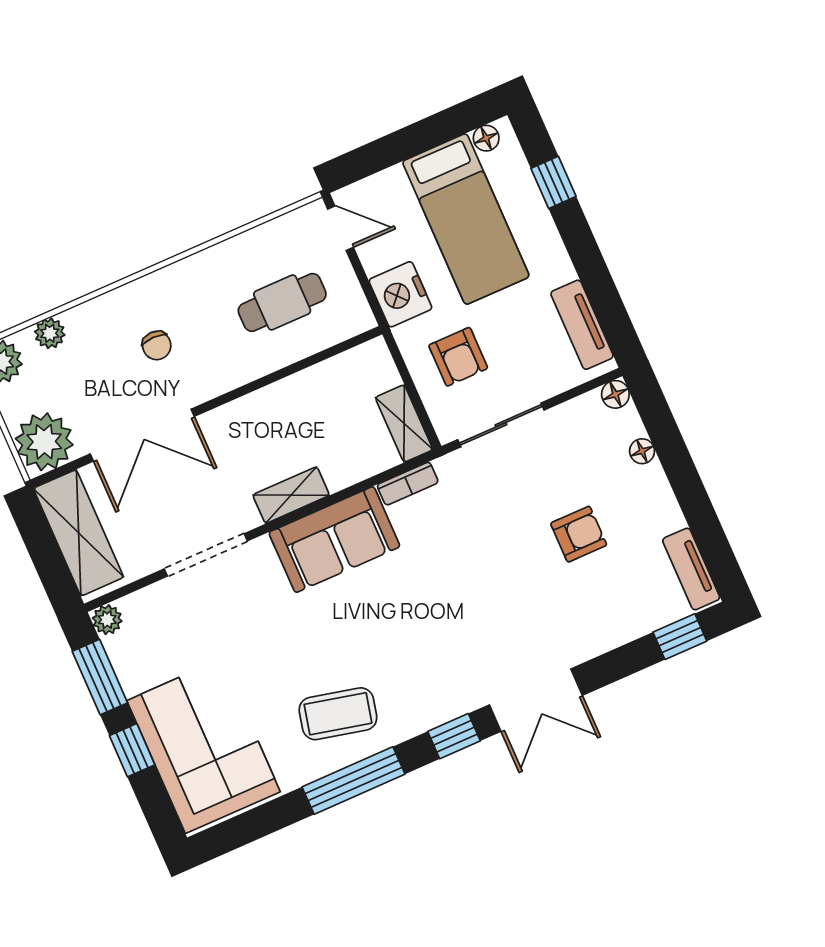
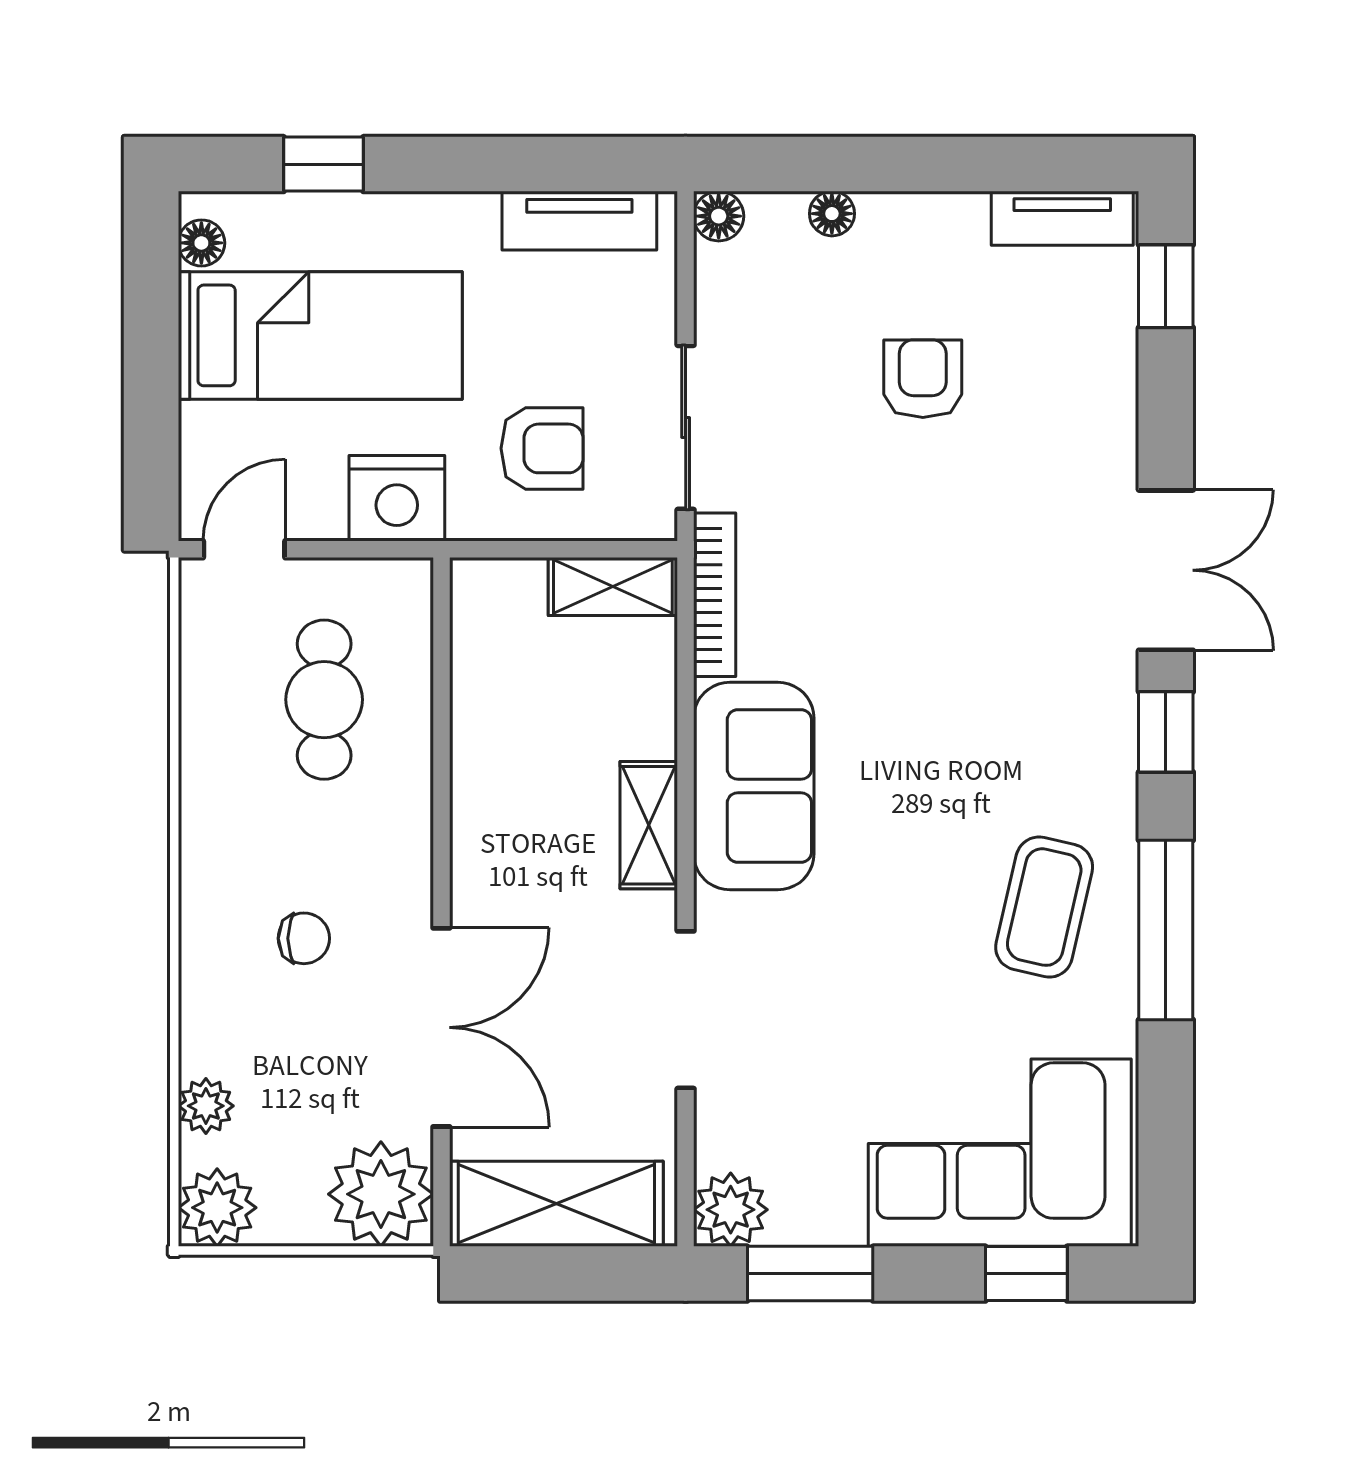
bookcase: (408, 484) -> (715, 595), width x1.56
plant: (107, 620) -> (731, 1210), width x1.38, depth x1.38
window: (132, 750) -> (1026, 1274), moved

